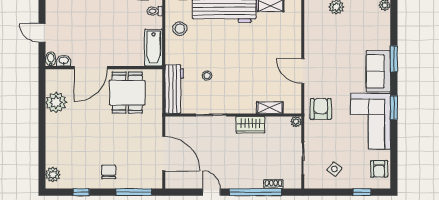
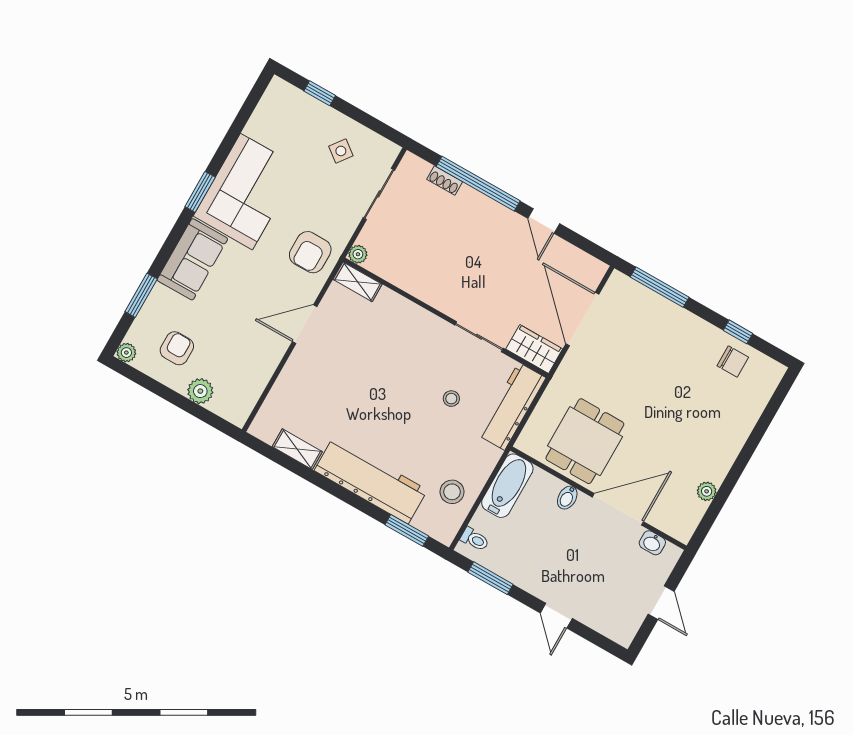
bidet: (51, 59) -> (567, 498), moved
window: (394, 59) -> (141, 295), moved
door: (303, 71) -> (305, 324), swing flipped
plant: (56, 102) -> (707, 491), width x0.53, depth x0.53
shelving: (270, 108) -> (358, 282), moved
wardrobe: (250, 125) -> (534, 349), moved
armchair: (379, 169) -> (177, 348), moved
chair: (109, 172) -> (733, 361), moved, turned -90
plant: (53, 175) -> (765, 382), removed

